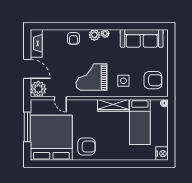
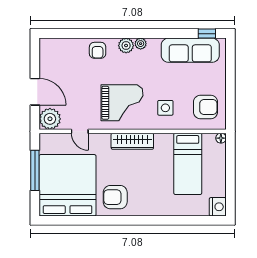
window: (154, 26) -> (207, 34), added
fireplace: (36, 43) -> (47, 57), removed
grand piano: (91, 77) -> (122, 103), turned 180
wardrobe: (113, 105) -> (132, 141), moved
armchair: (86, 147) -> (115, 197), turned 180

